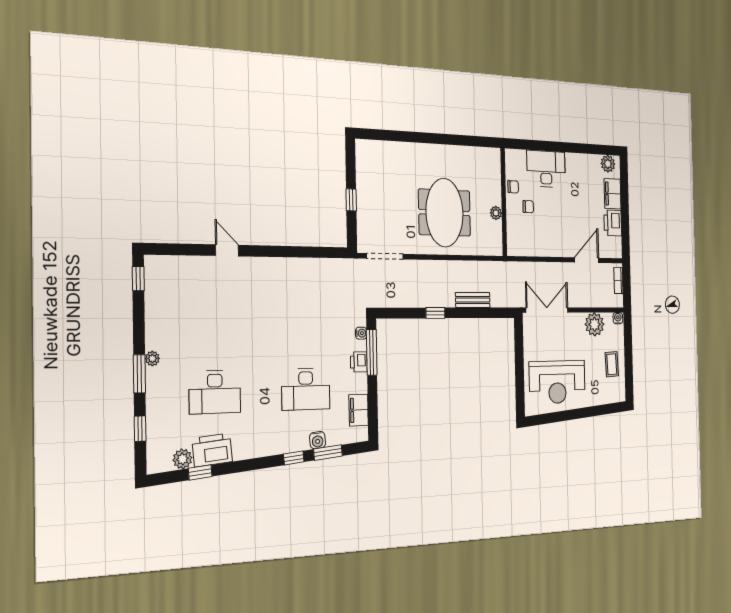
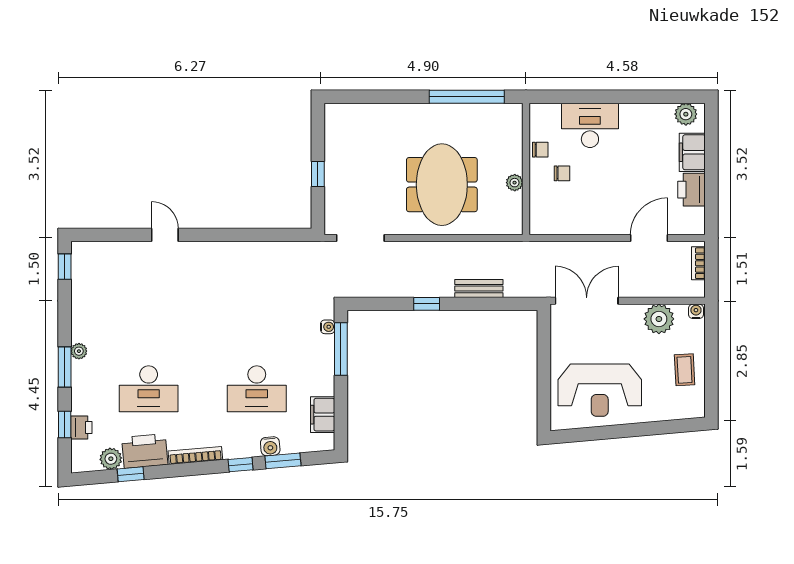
window: (461, 140) -> (467, 97), added
printer: (359, 362) -> (81, 427), moved, turned 180
bookcase: (256, 452) -> (195, 455), added

